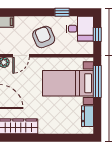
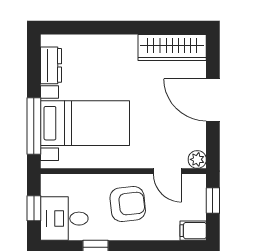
armchair: (44, 37) -> (128, 204), turned -74
door: (21, 56) -> (167, 171), swing flipped

